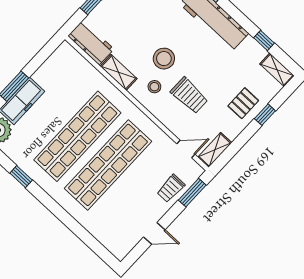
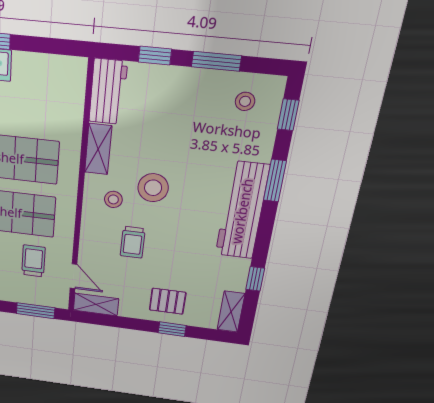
trolley: (189, 95) -> (133, 242), width x0.73, depth x0.72
trolley: (171, 188) -> (33, 261), moved, turned 90

